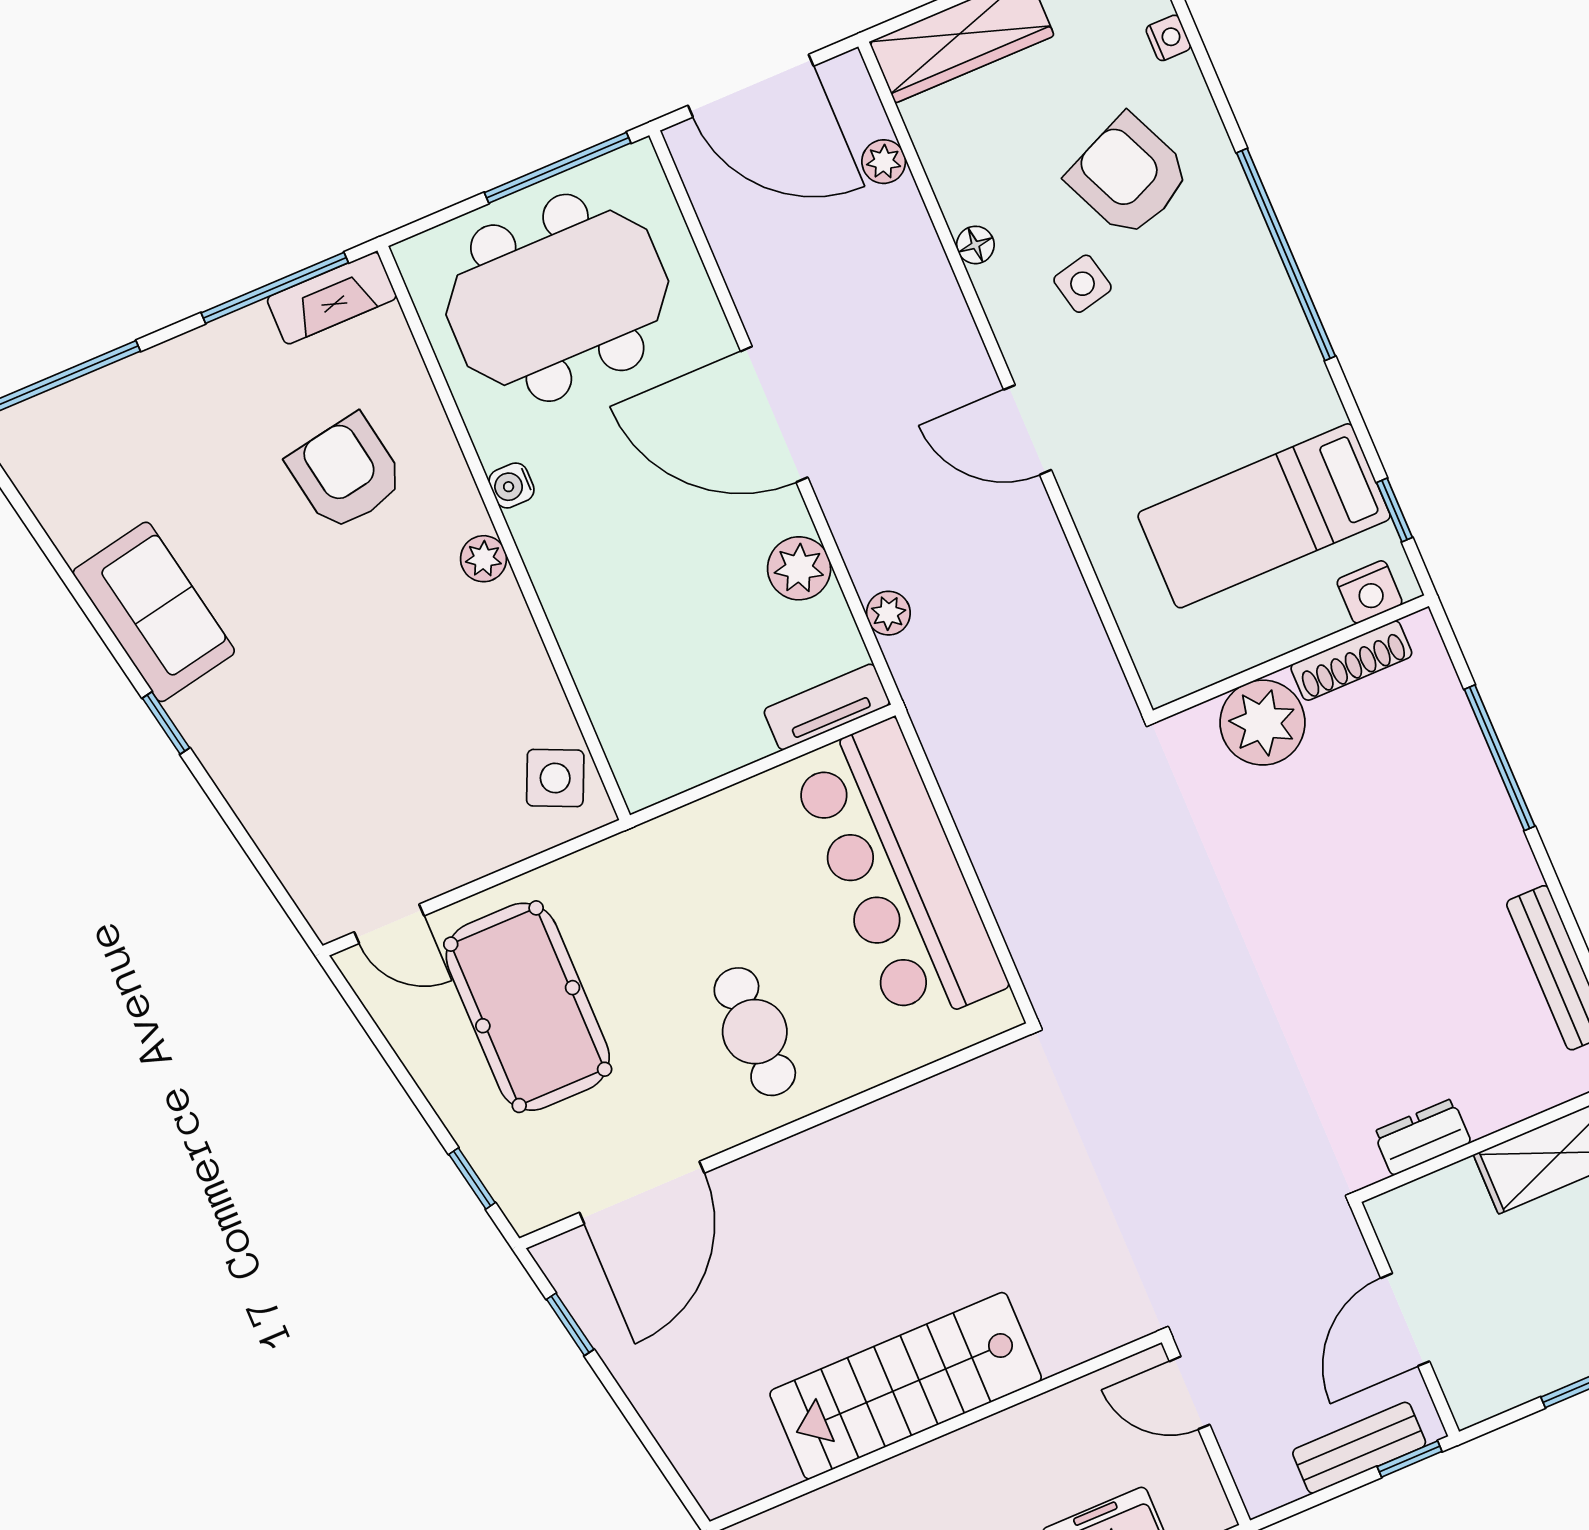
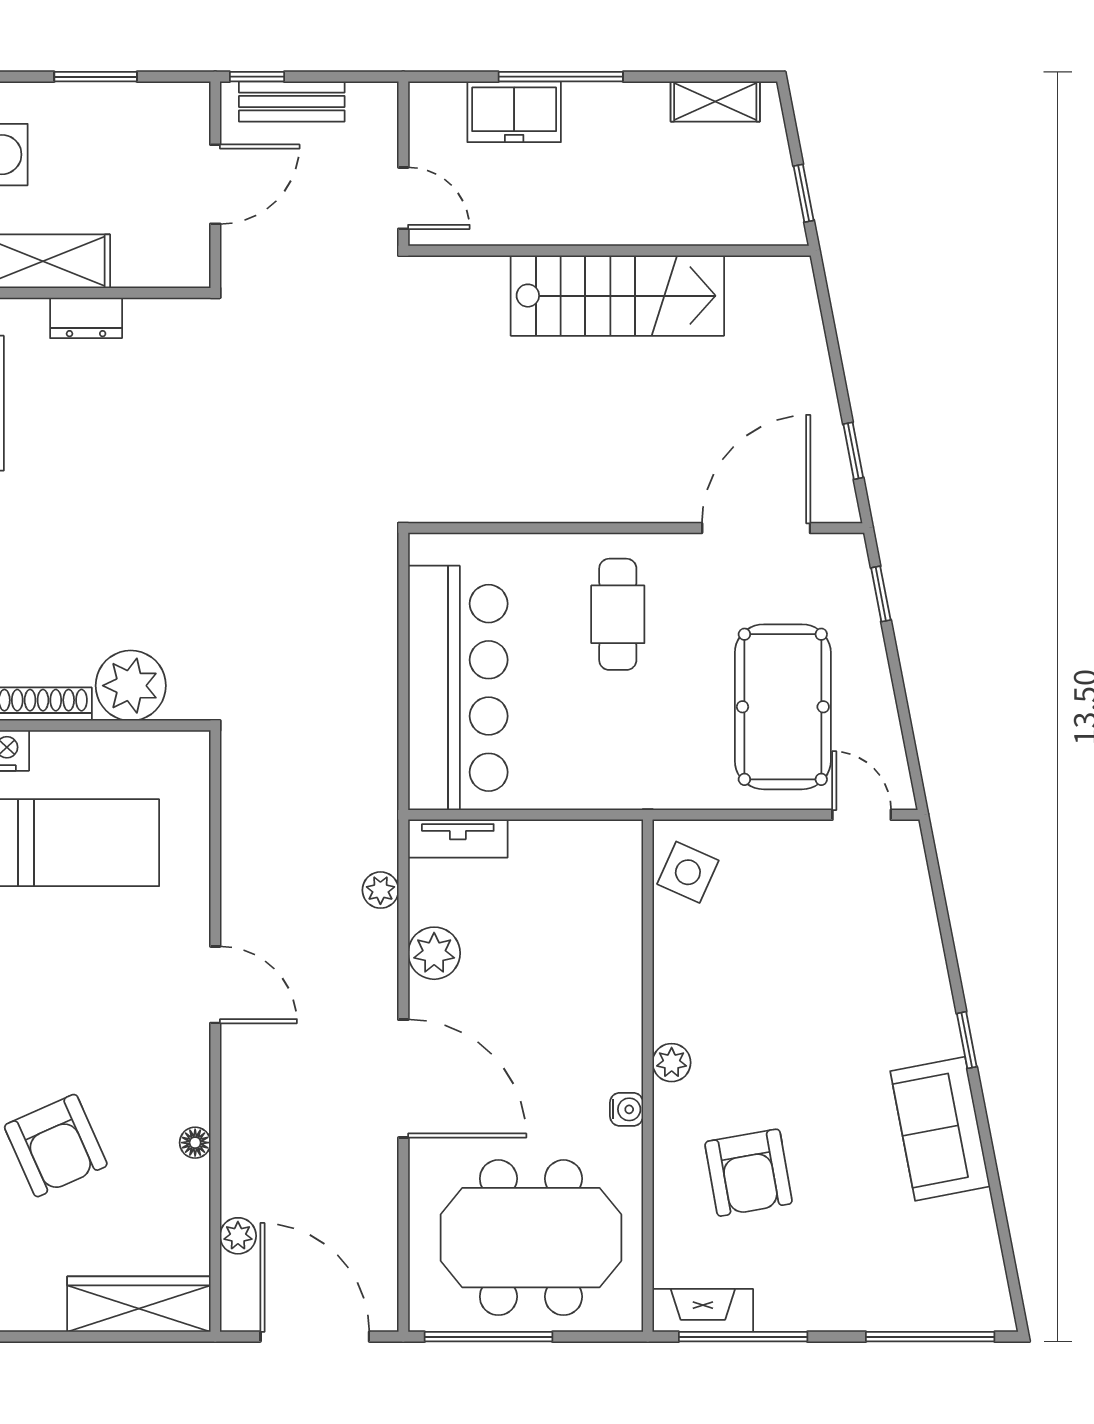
side table: (1083, 284) -> (126, 1078), removed
dresser: (1422, 1137) -> (86, 318), moved

